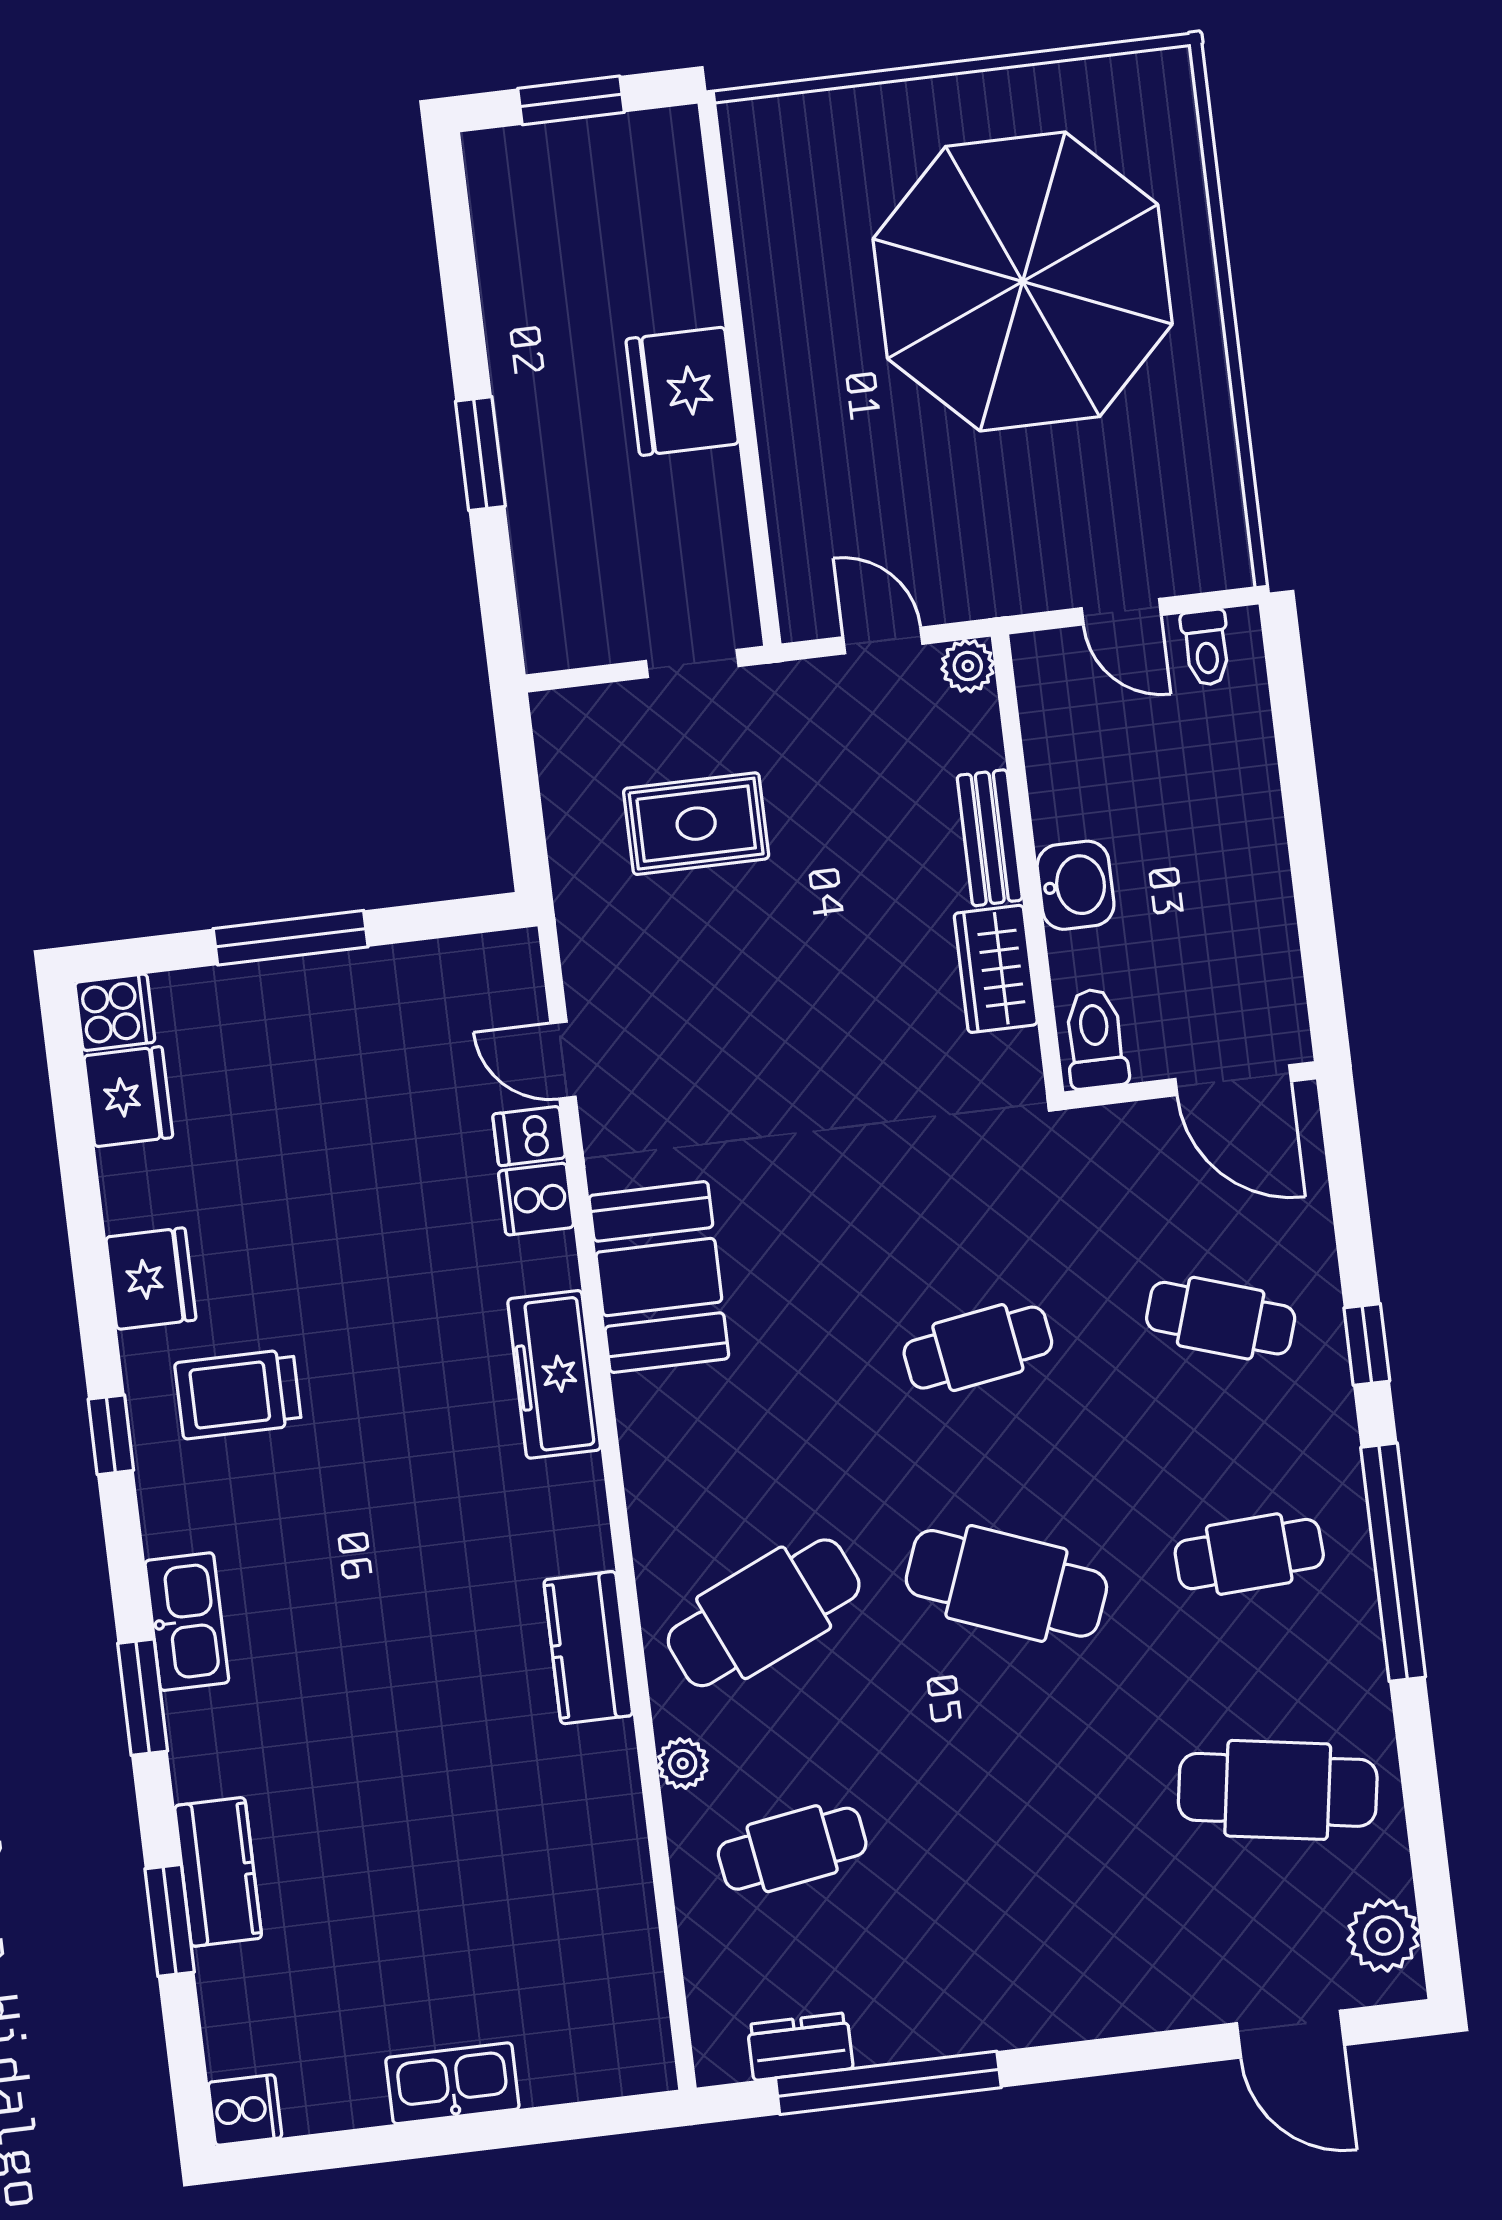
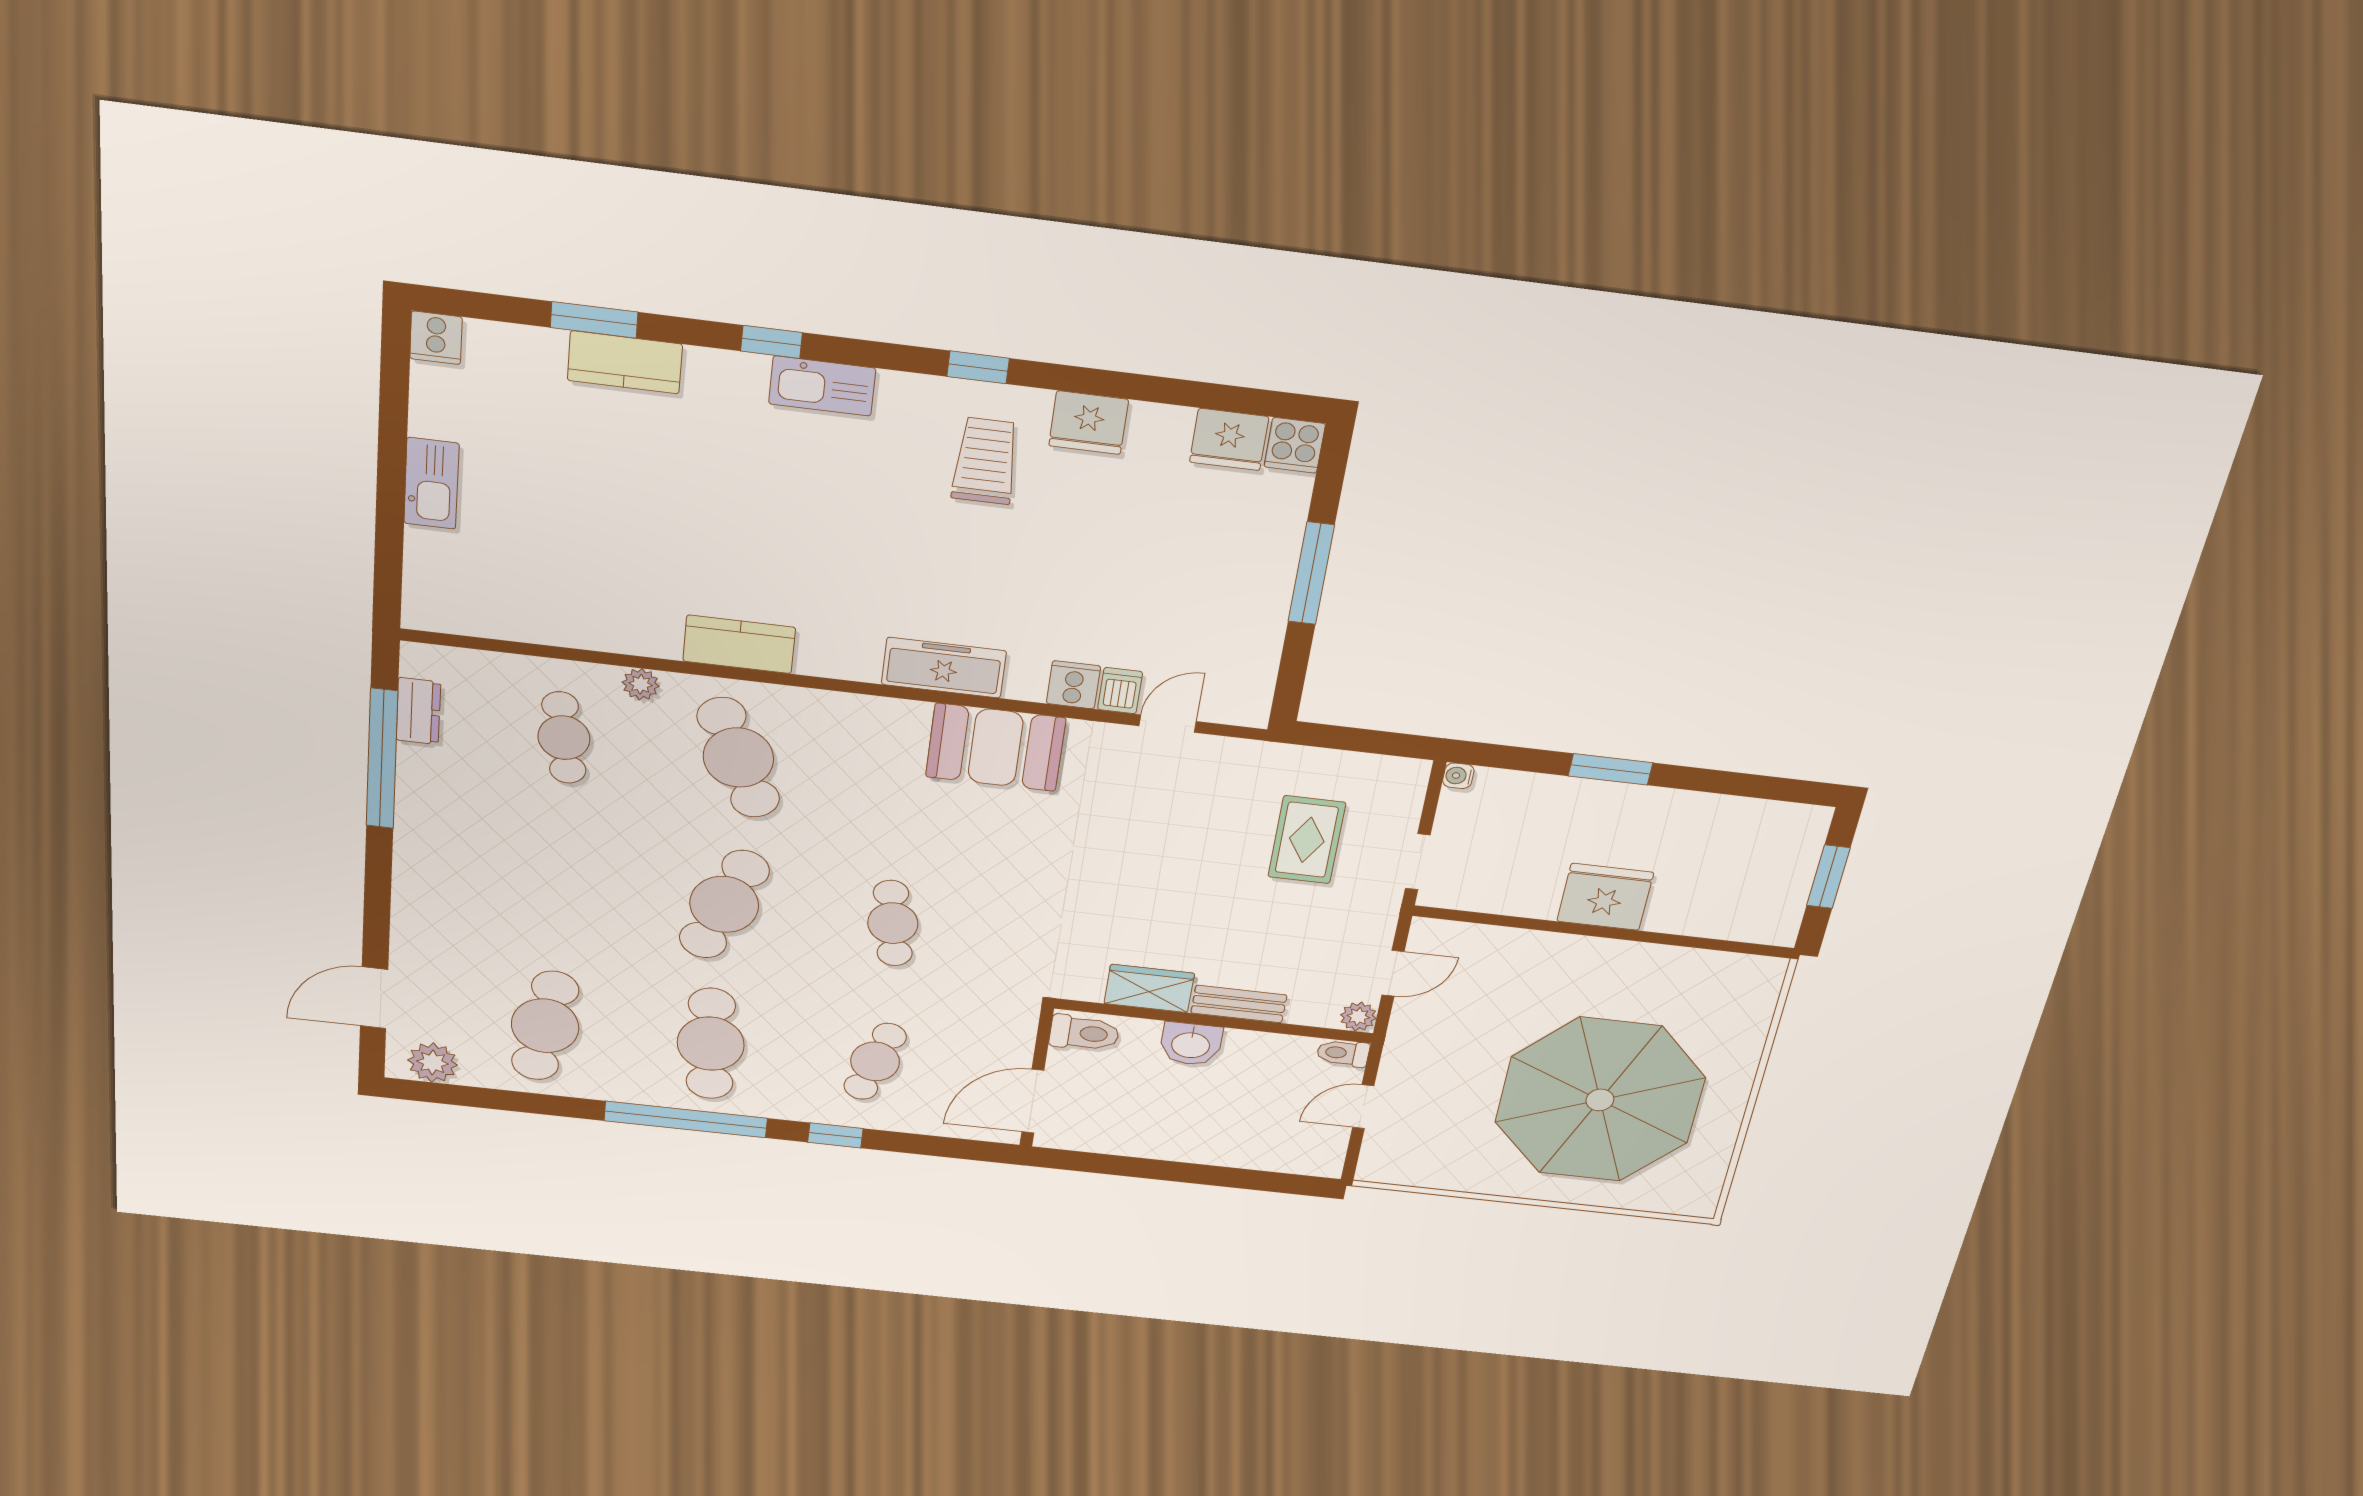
toilet: (1206, 648) -> (1343, 1053), moved
water cooler: (543, 652) -> (1458, 776), added
cafe table: (1249, 1554) -> (711, 1044), width x1.37, depth x1.35
window: (143, 1697) -> (771, 342), width x0.67

